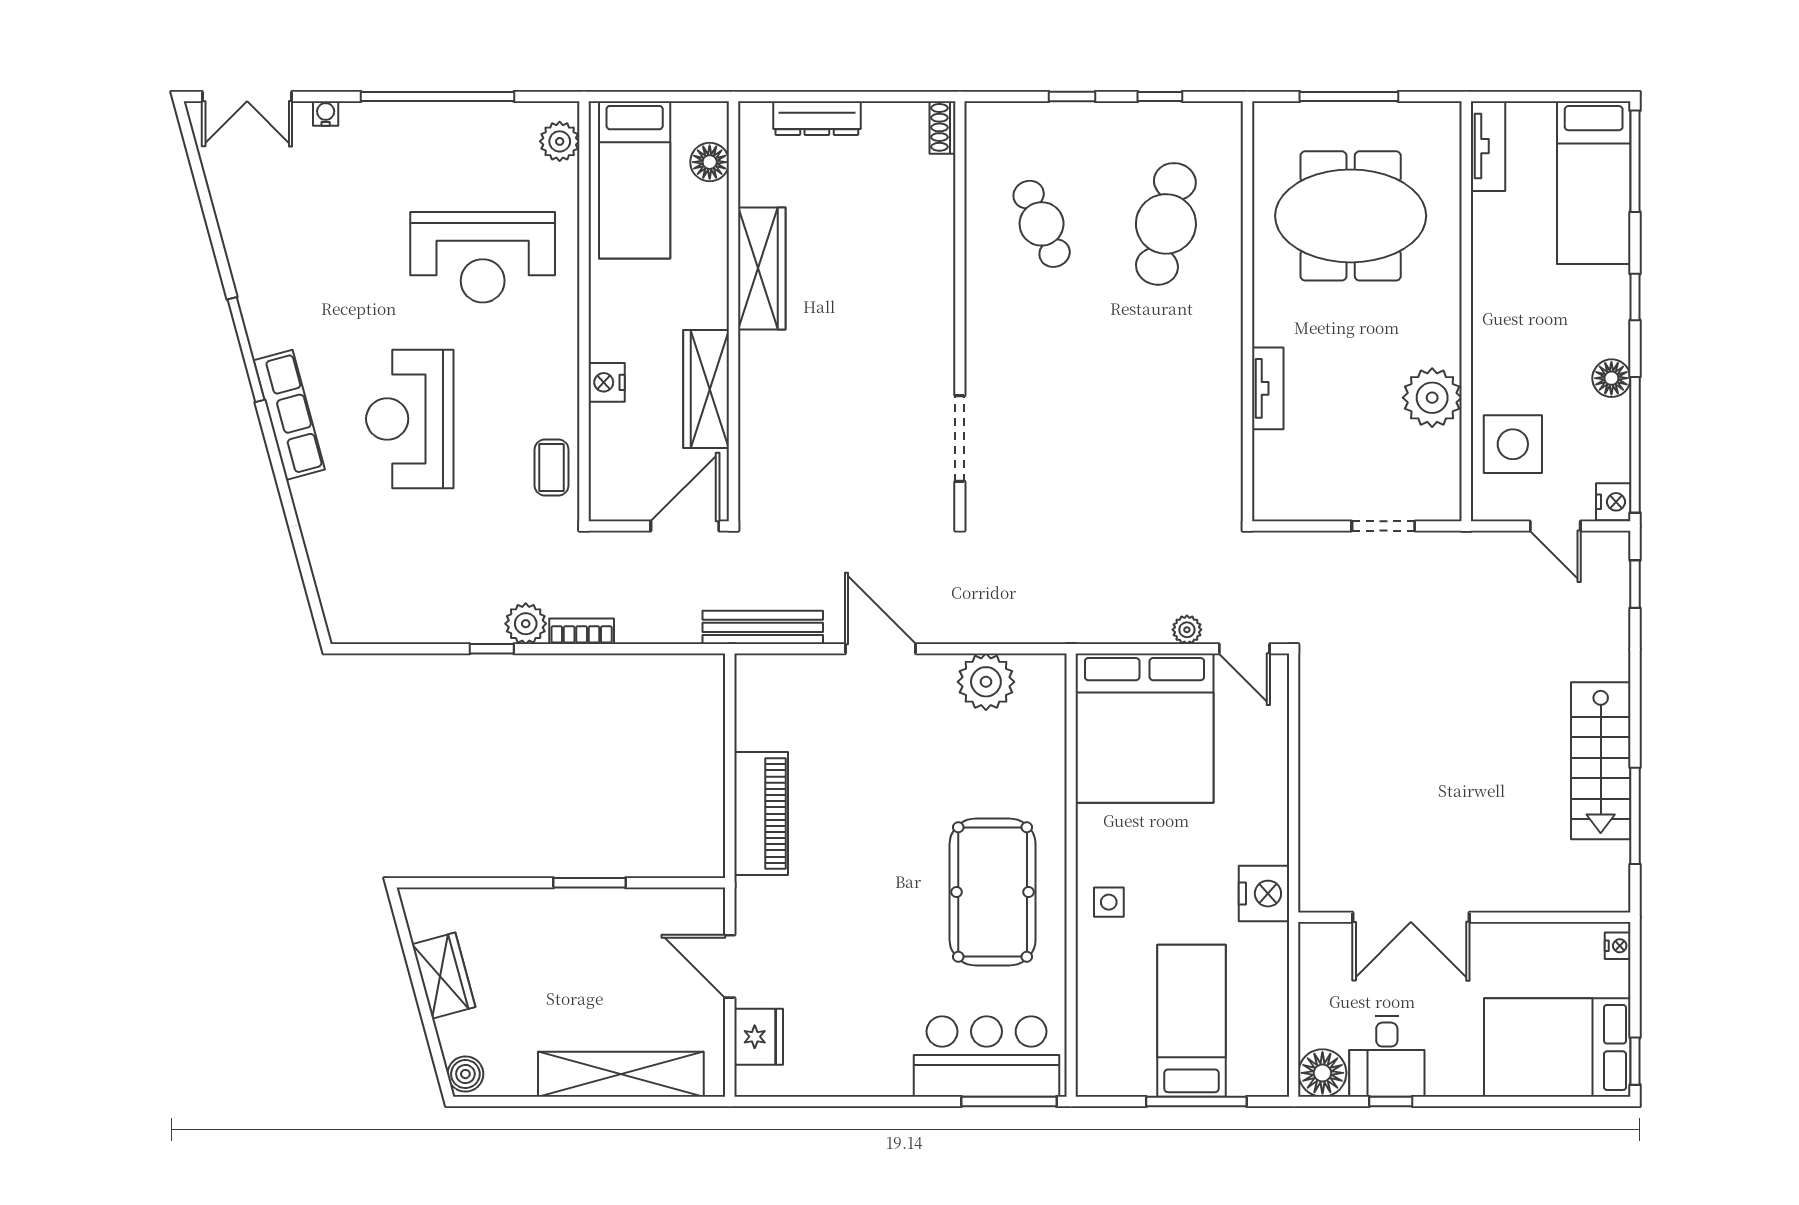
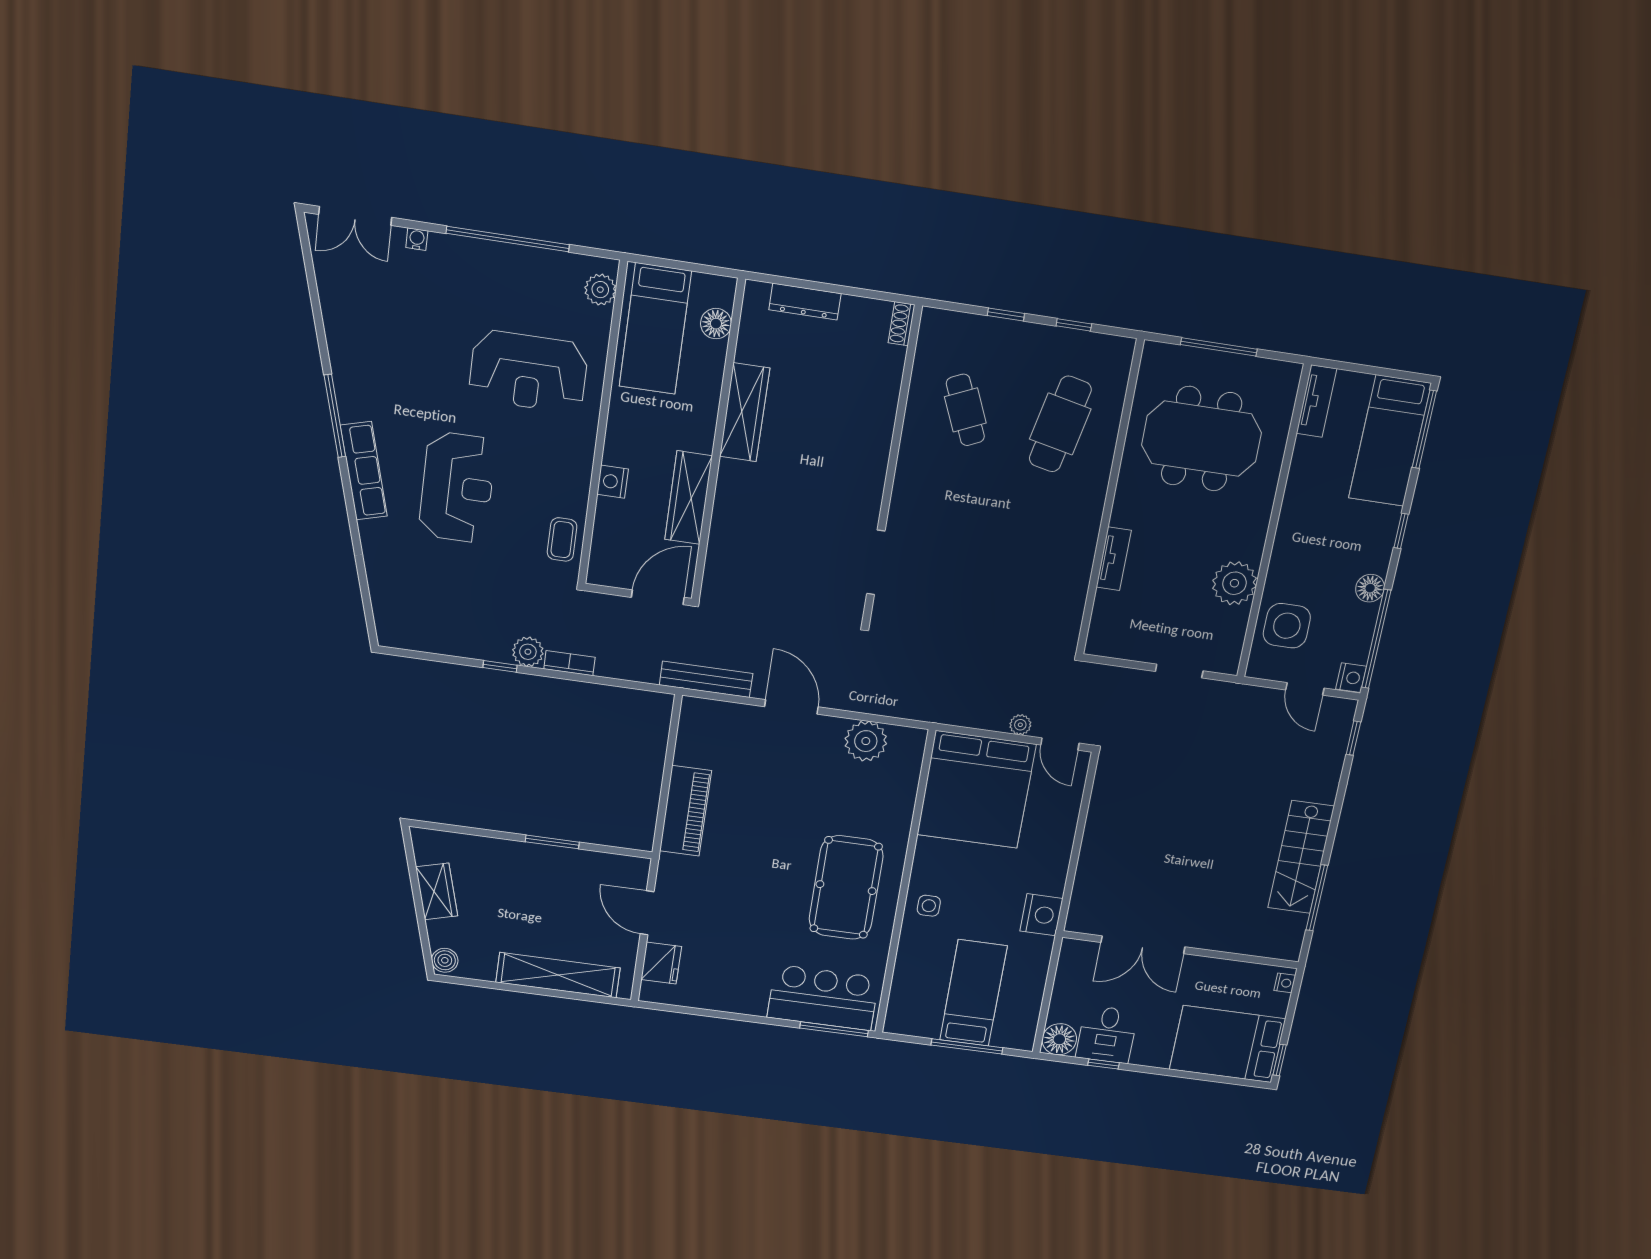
reception desk: (410, 419) -> (457, 487), turned 180

